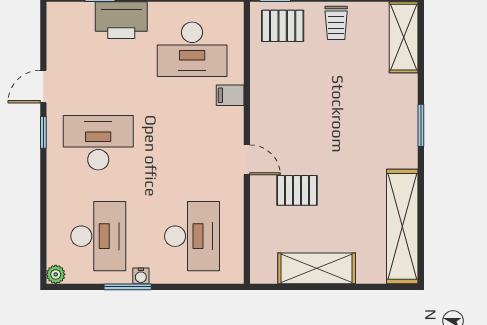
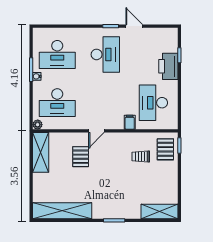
trolley: (336, 23) -> (141, 156), moved
shelving: (317, 268) -> (41, 152), moved
plant: (56, 274) -> (38, 125), moved

